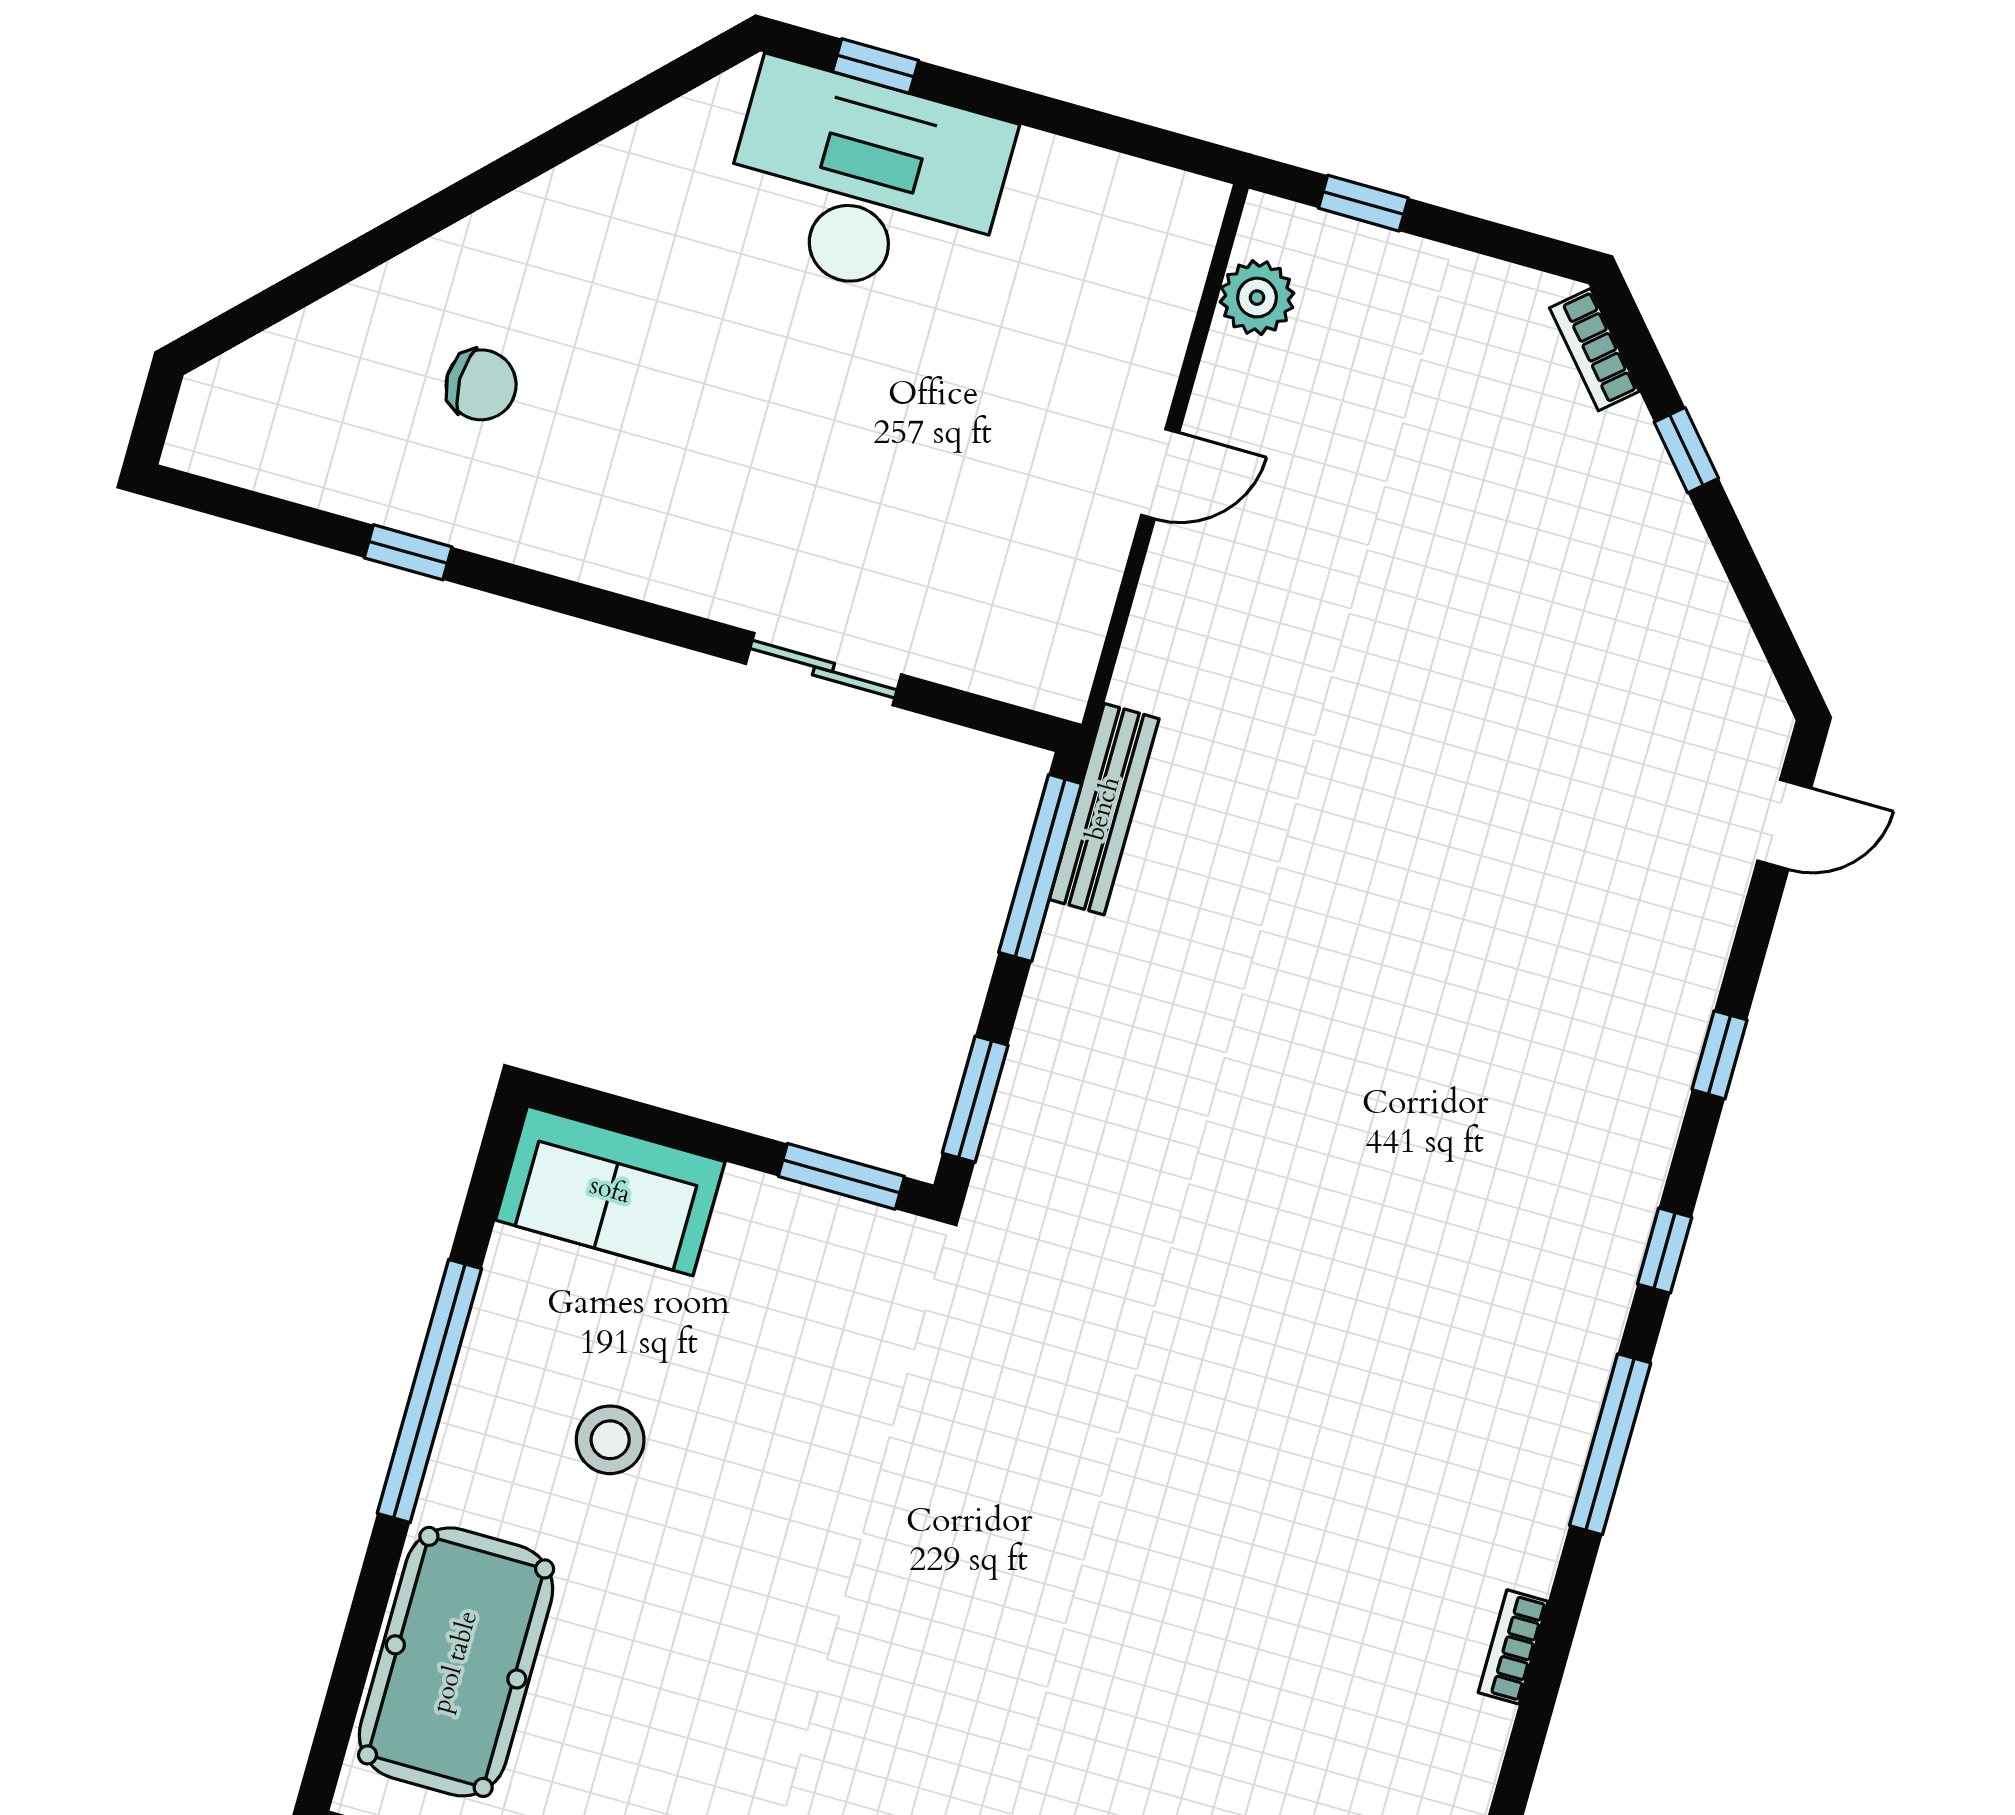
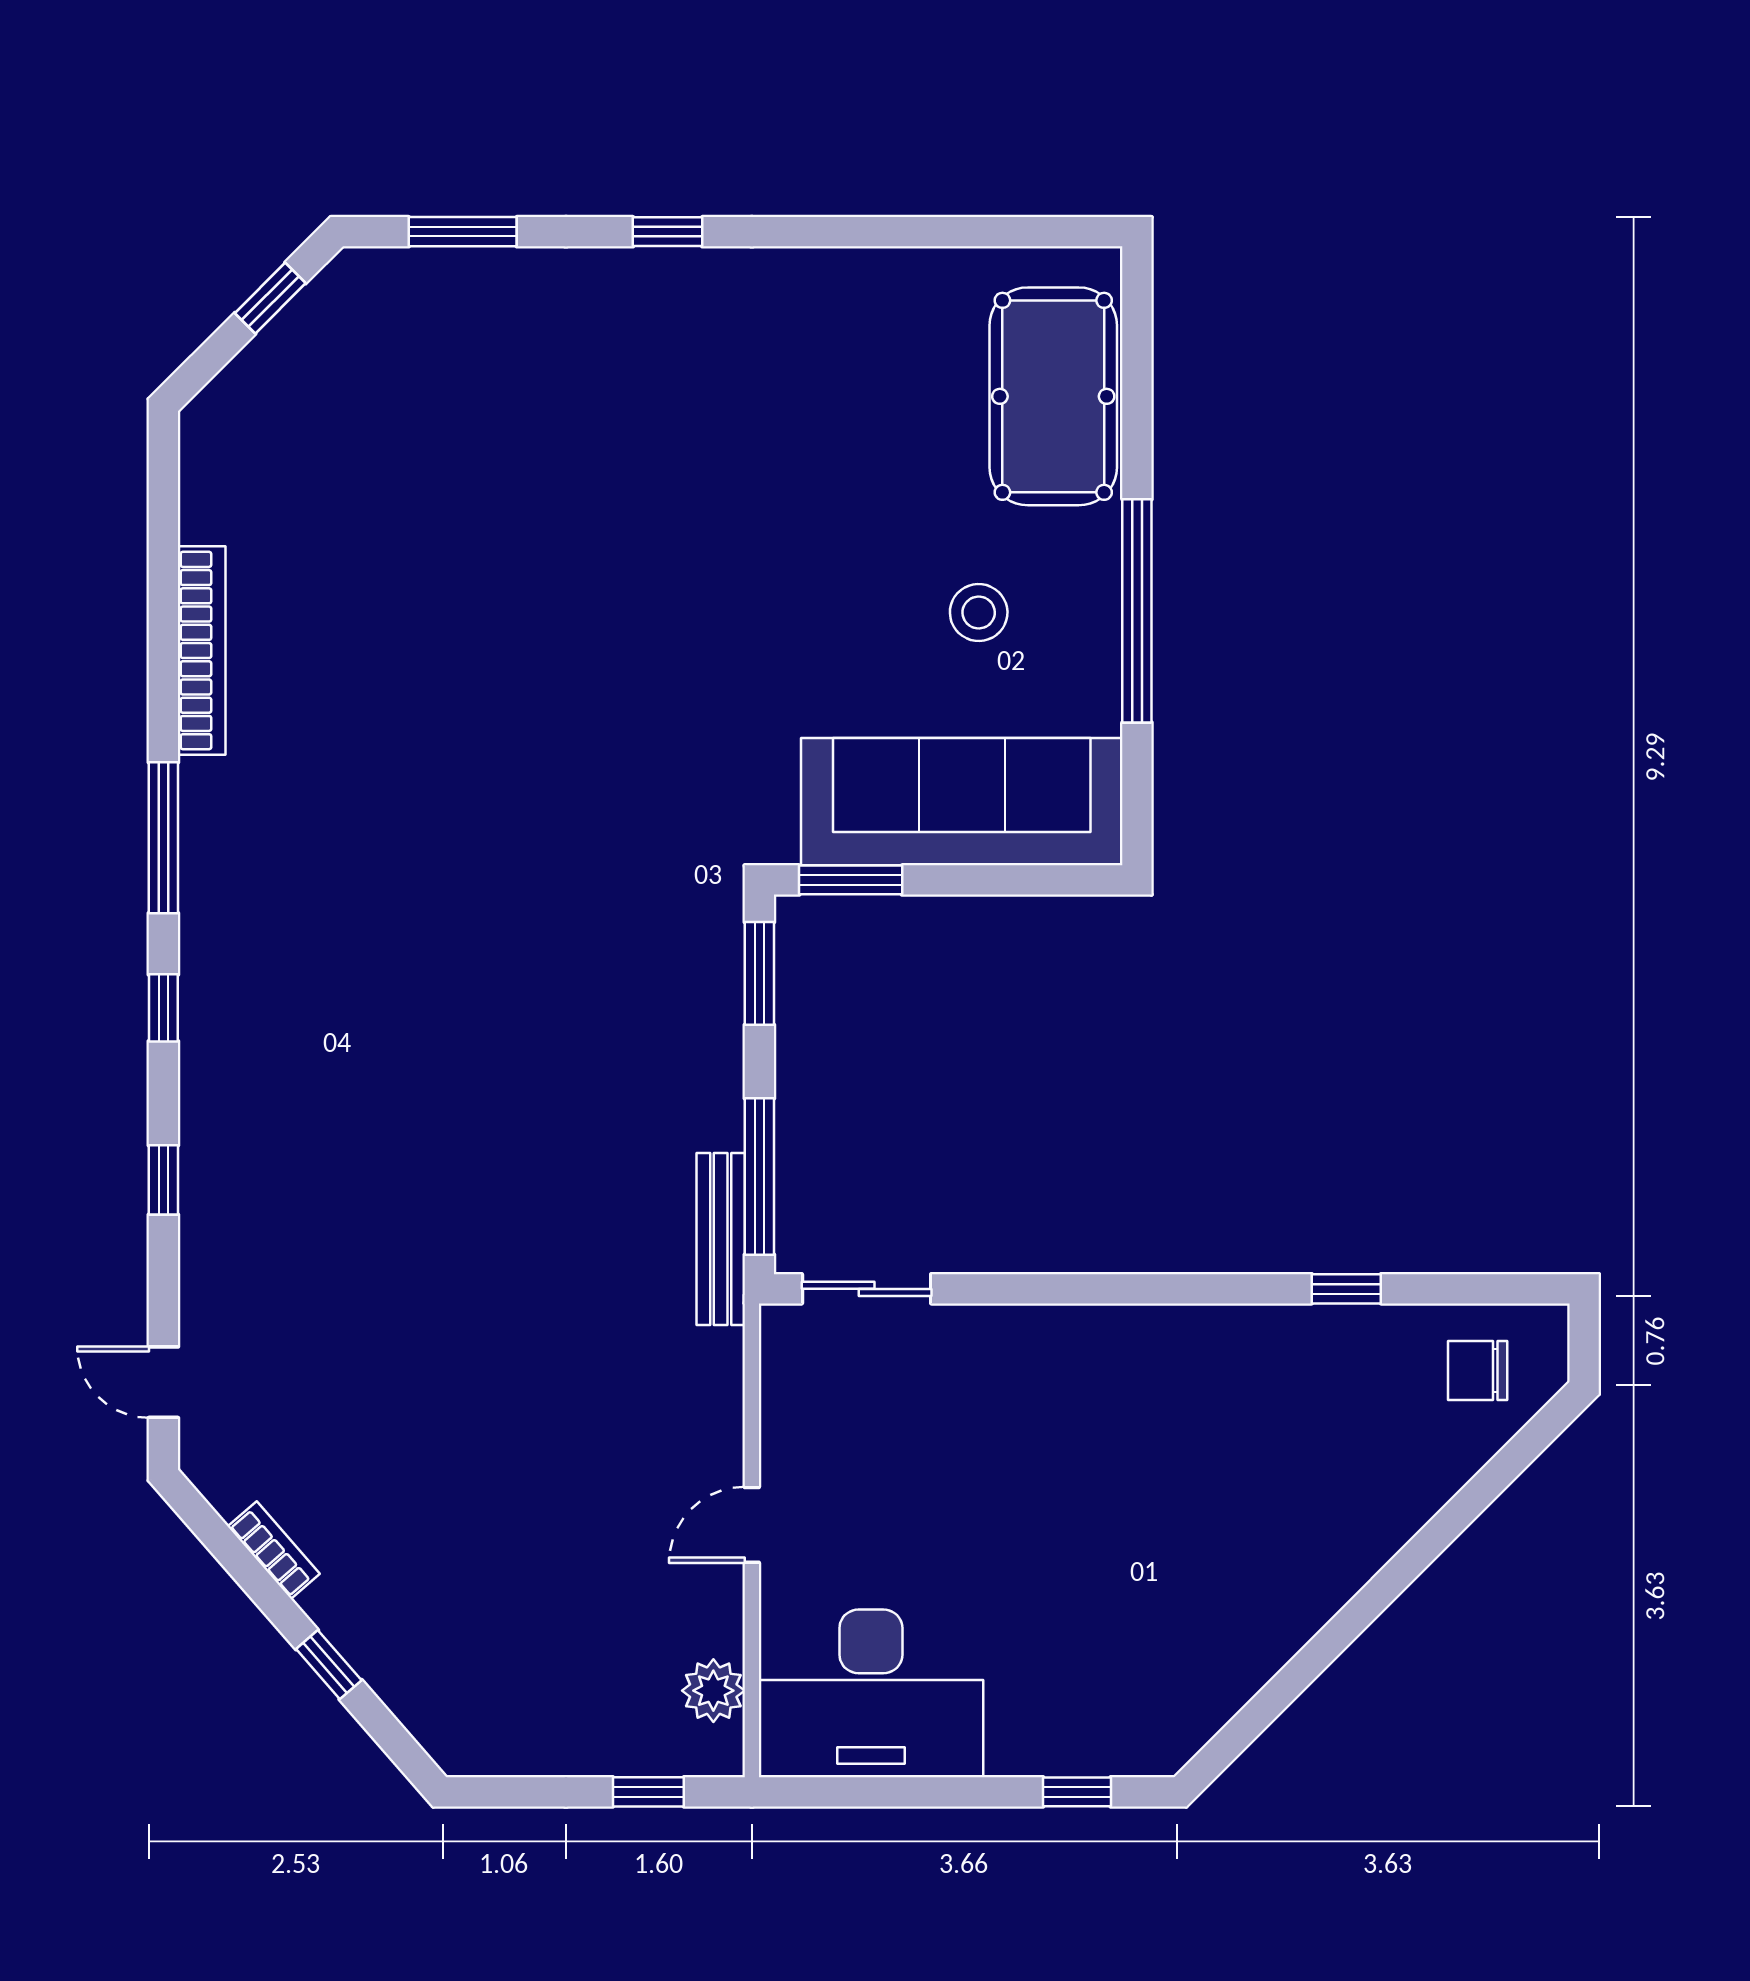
desk: (865, 184) -> (871, 1693), moved
bookcase: (1594, 350) -> (274, 1550), moved
chair: (481, 385) -> (1478, 1370), moved
sliding door: (823, 669) -> (867, 1289), moved
door: (1784, 825) -> (163, 1382), hinge flipped
sofa: (610, 1191) -> (962, 802), width x1.85, depth x1.27
bookcase: (1513, 1647) -> (202, 651), width x2.31, depth x1.31

